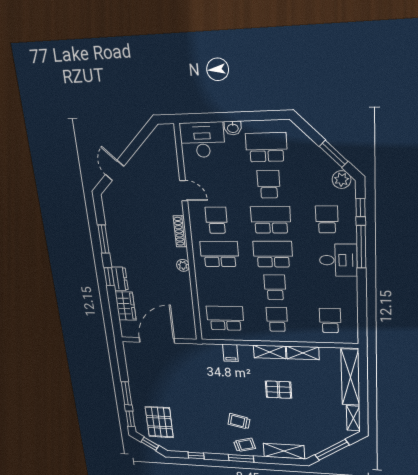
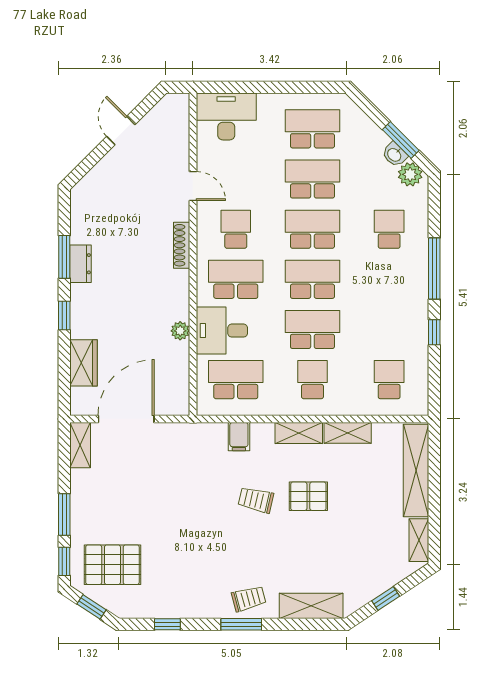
washbasin: (233, 128) -> (395, 155), moved, turned 45
door: (115, 170) -> (121, 131), moved
school desk: (269, 184) -> (312, 179), width x1.85
window: (361, 208) -> (434, 332), moved
desk: (338, 260) -> (222, 331), moved, turned 180
plant: (183, 265) -> (180, 331), moved
dresser: (120, 279) -> (81, 264), moved
school desk: (275, 287) -> (312, 329), width x1.85
shelving: (130, 355) -> (80, 445), added
trolley: (239, 421) -> (256, 500), moved
pallet: (159, 422) -> (112, 565), turned 90
window: (332, 450) -> (386, 599), width x0.46

